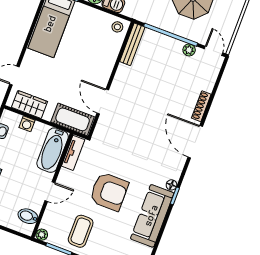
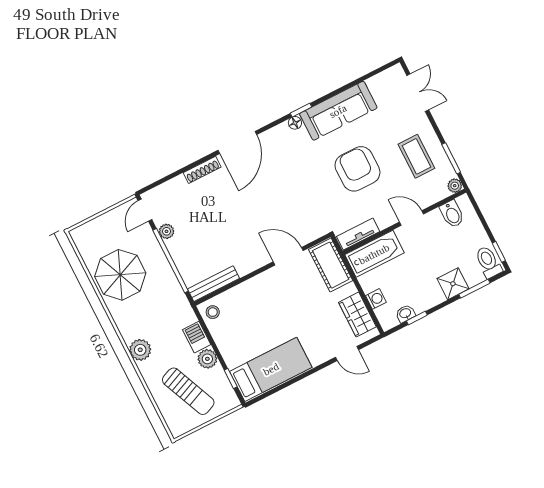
door: (103, 101) -> (288, 256), swing flipped
coffee table: (81, 231) -> (416, 156), turned 90

